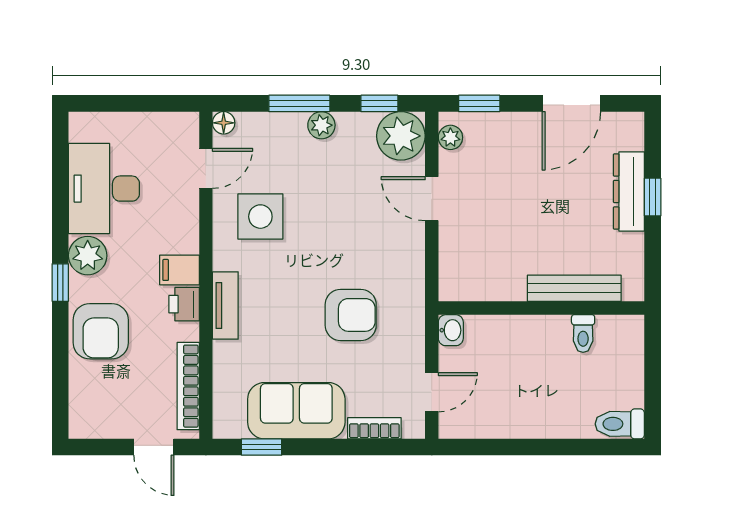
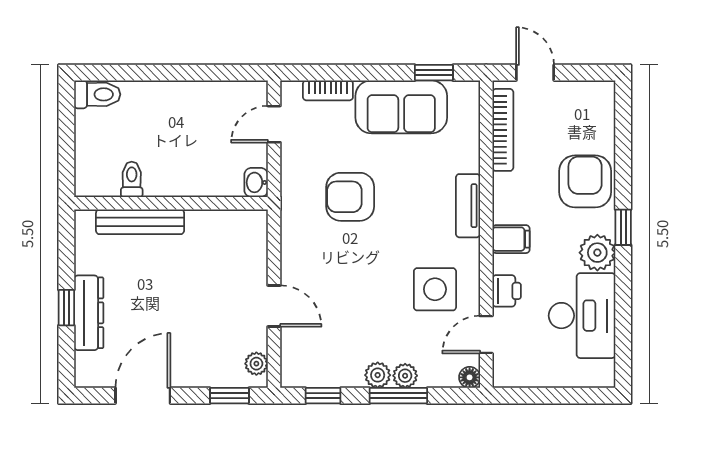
plant: (401, 136) -> (405, 376), moved, width x0.53, depth x0.53
printer: (184, 304) -> (507, 291), moved

